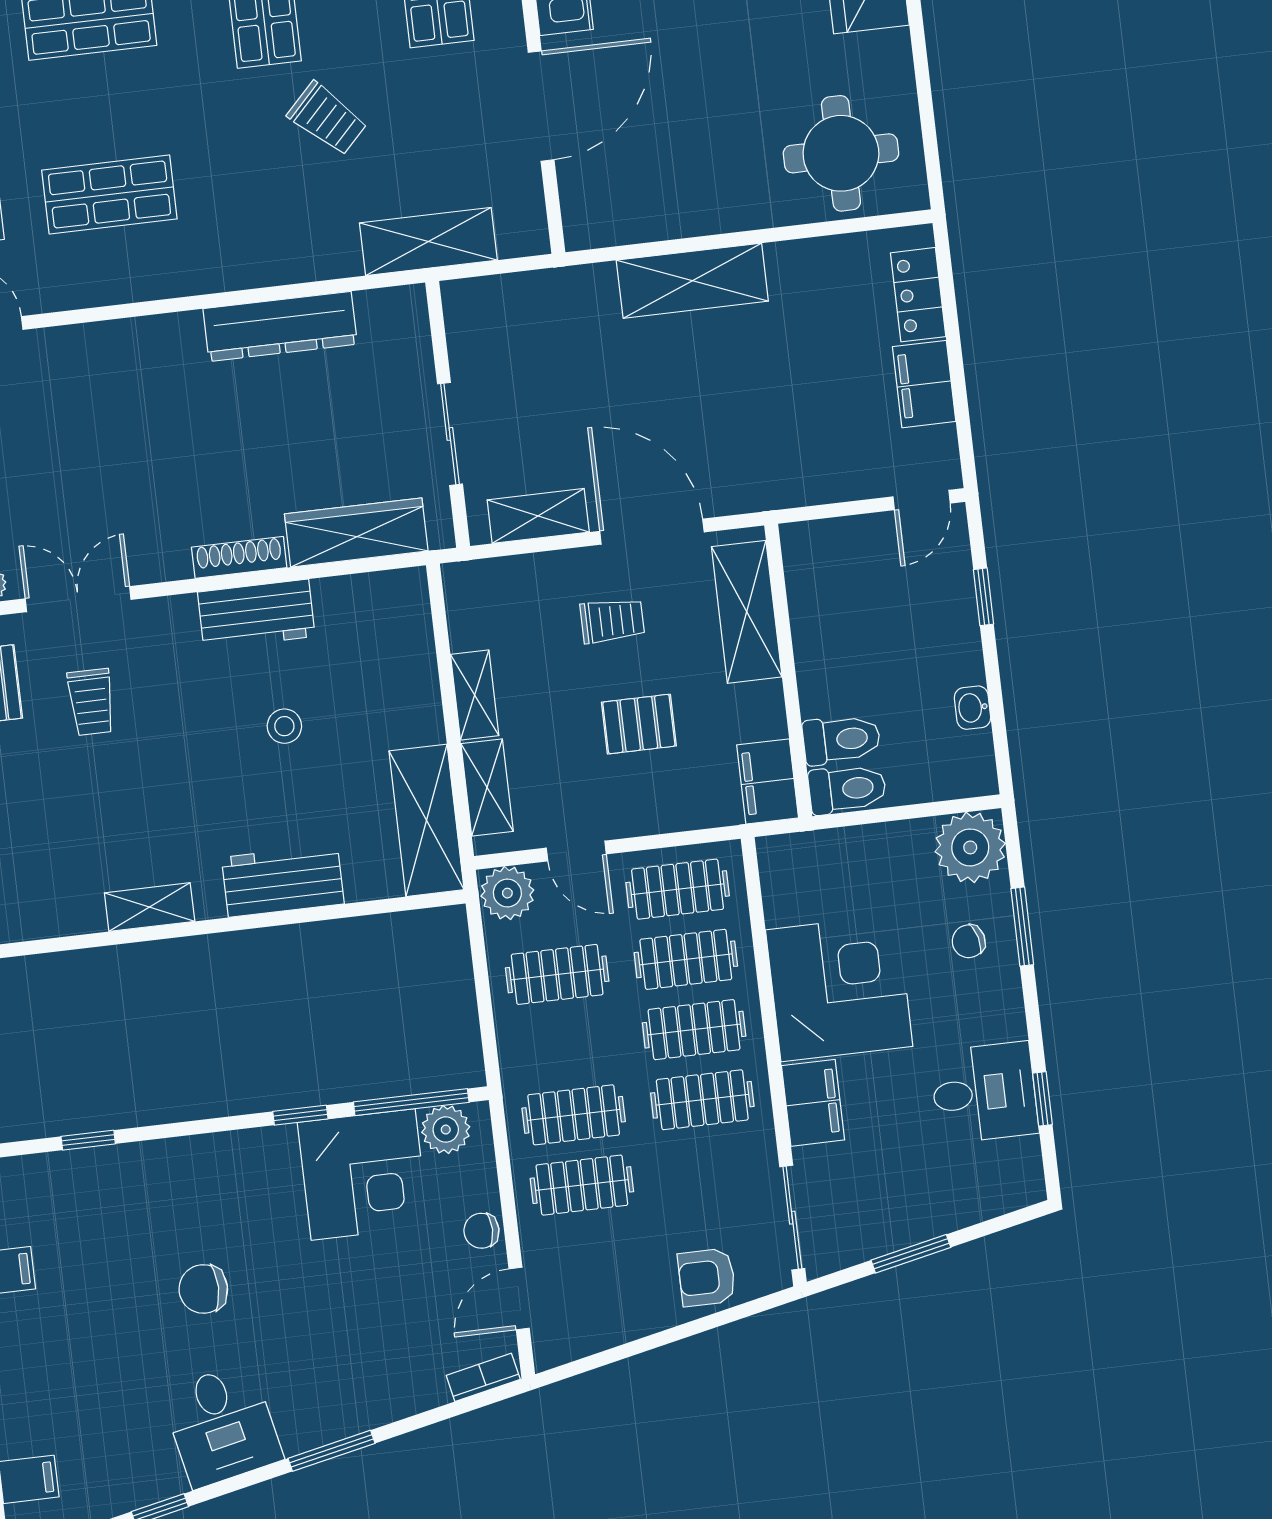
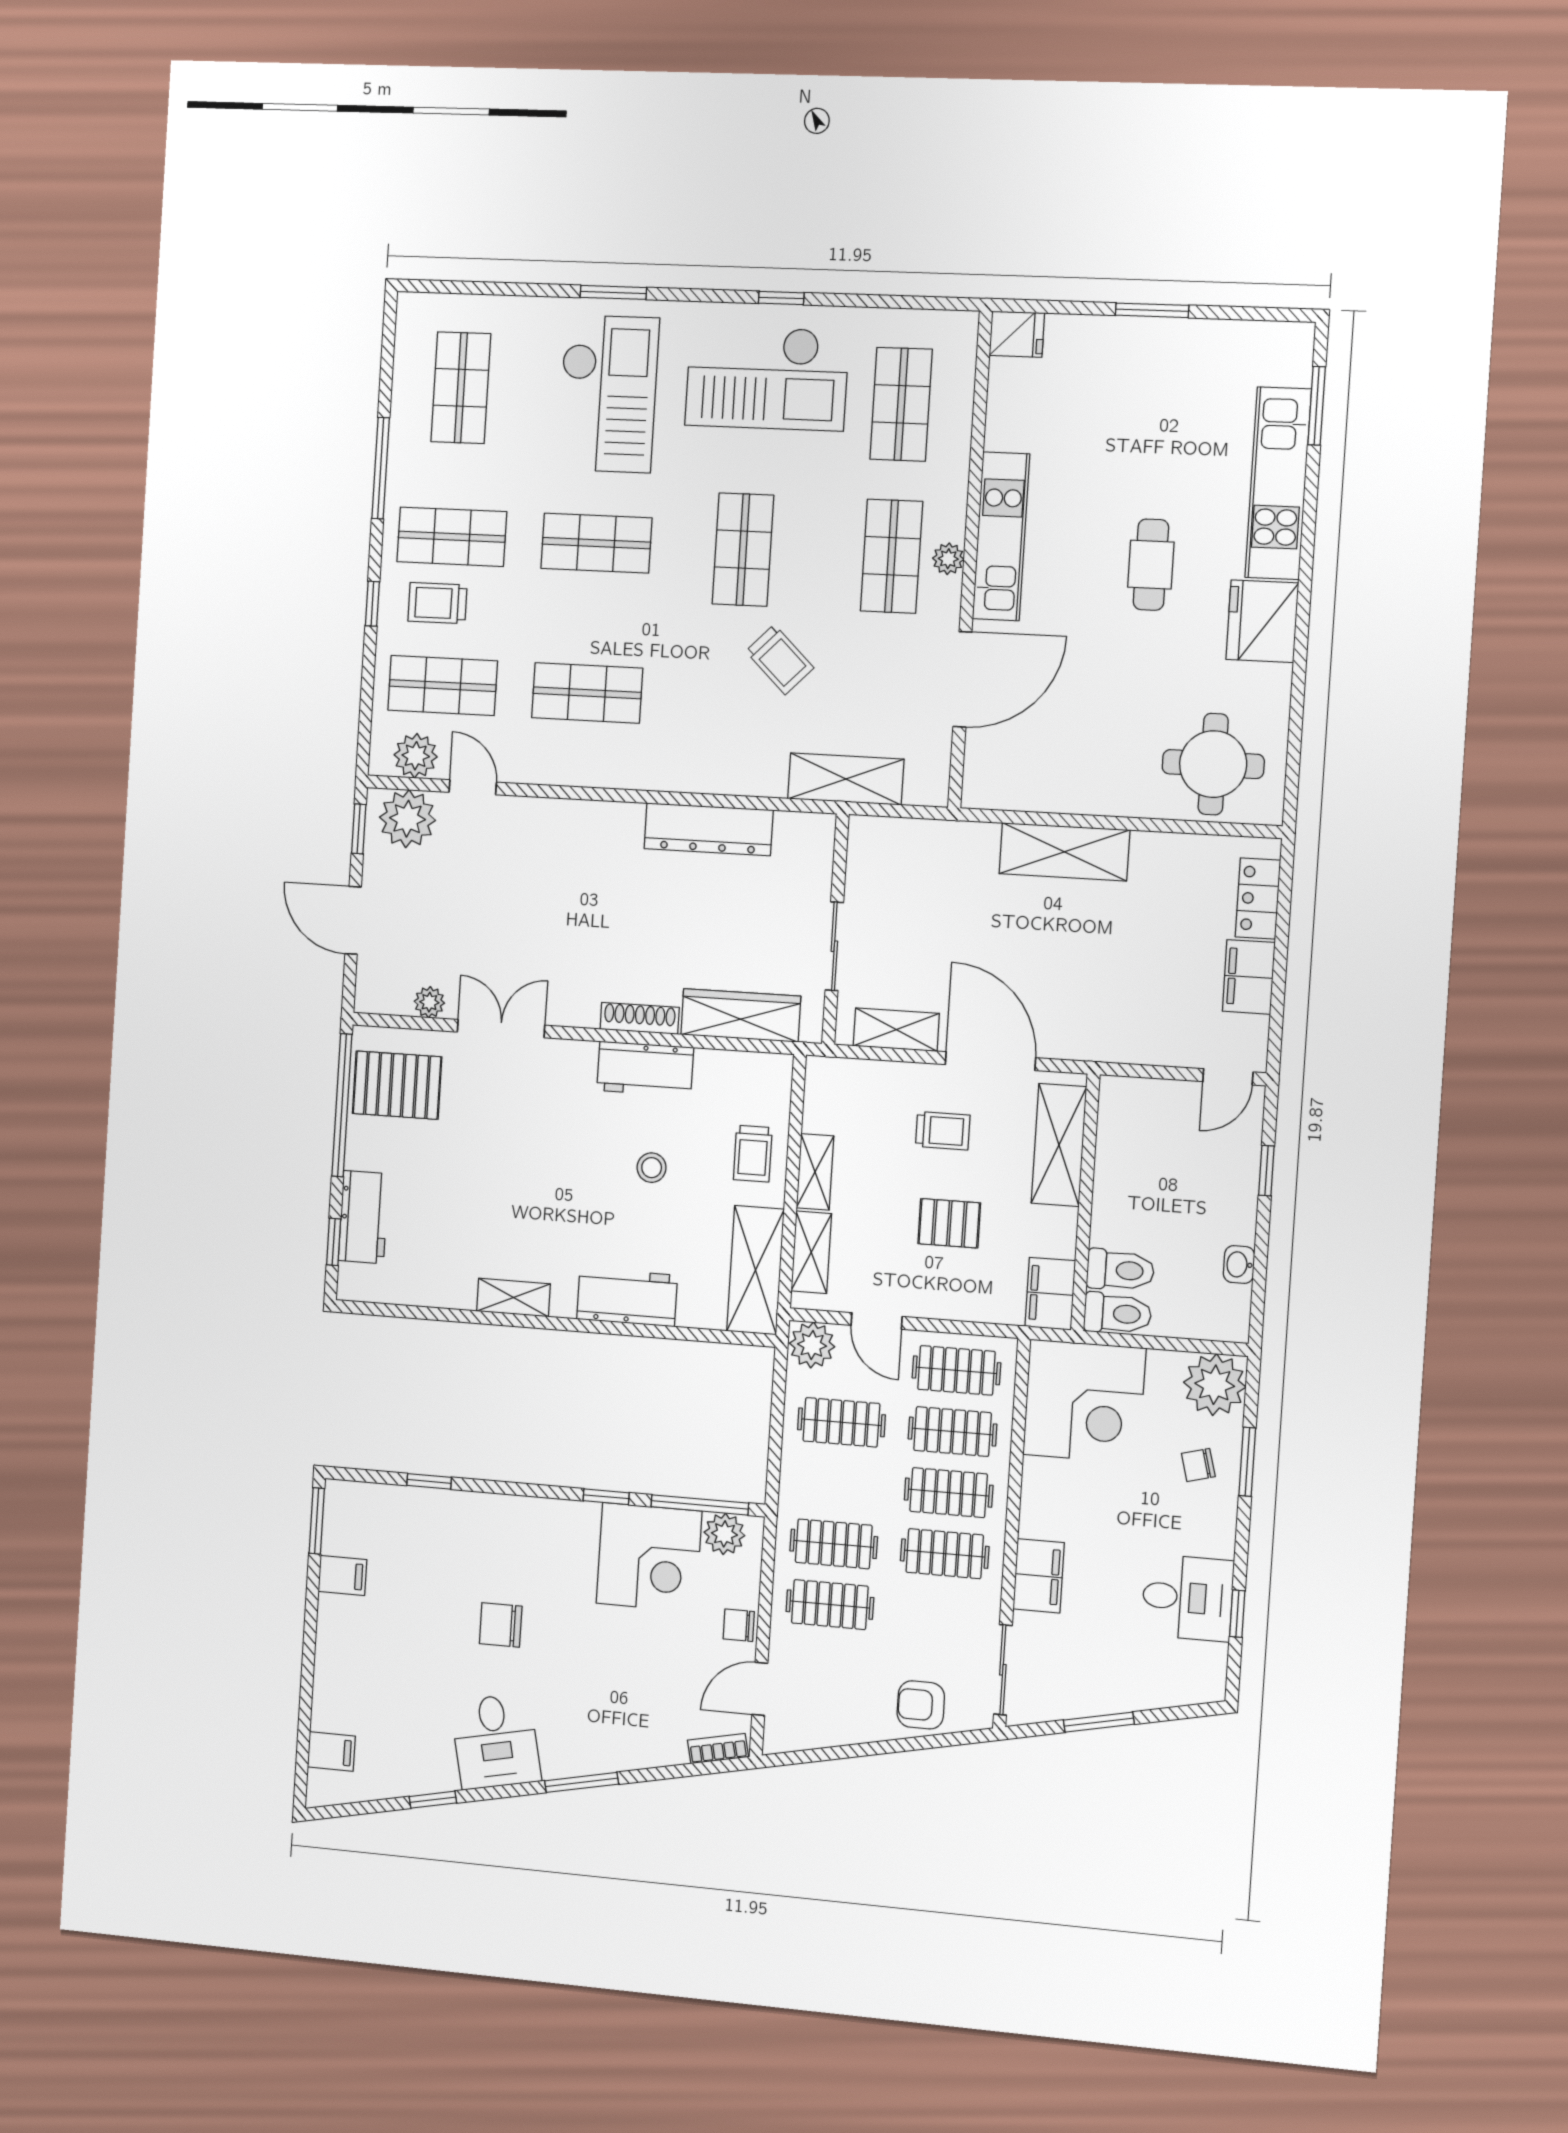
trolley: (91, 702) -> (753, 1154), moved
corner desk: (839, 988) -> (1084, 1401), moved, turned 90

